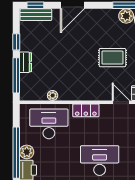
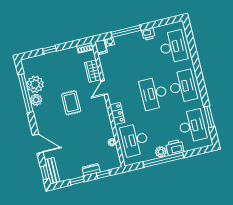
window: (16, 75) -> (103, 174), width x0.46

